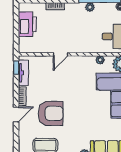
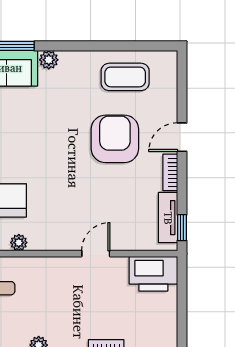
printer: (27, 24) -> (153, 274), moved, turned -90
armchair: (51, 113) -> (115, 139), turned 90

